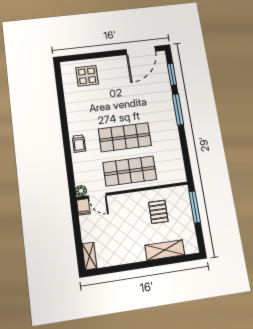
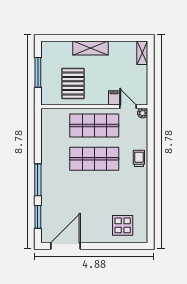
filing cabinet: (83, 207) -> (114, 98), moved
window: (195, 207) -> (38, 72), moved
pallet: (158, 212) -> (73, 84), width x1.50, depth x1.42
shelving: (165, 250) -> (91, 48), moved

